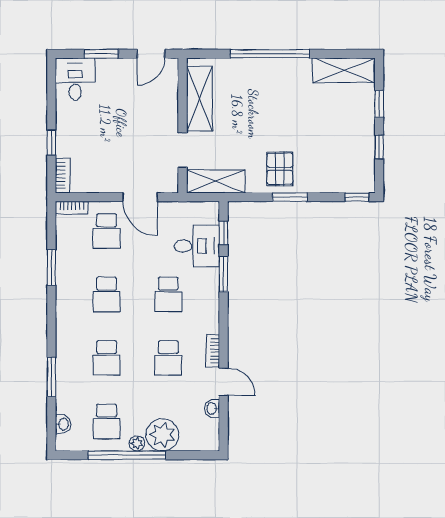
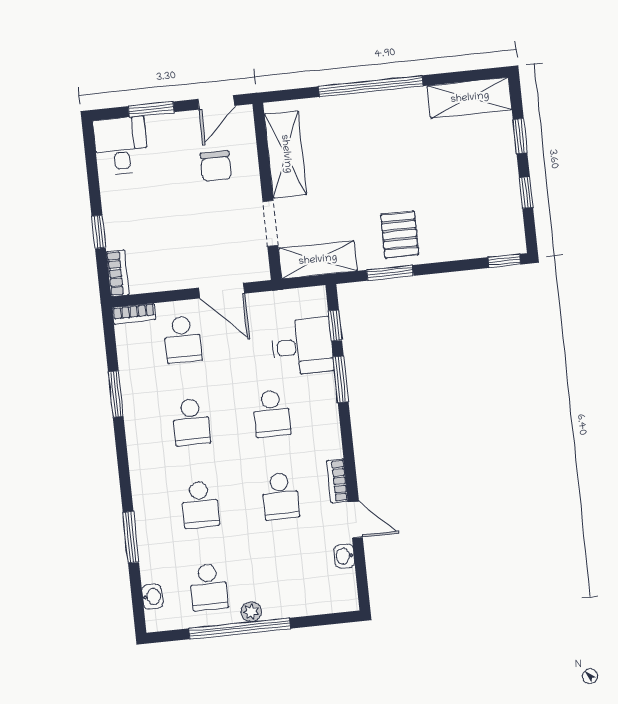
chair: (146, 102) -> (216, 166), added
window: (290, 197) -> (390, 273), moved
plant: (162, 435) -> (283, 597), removed

